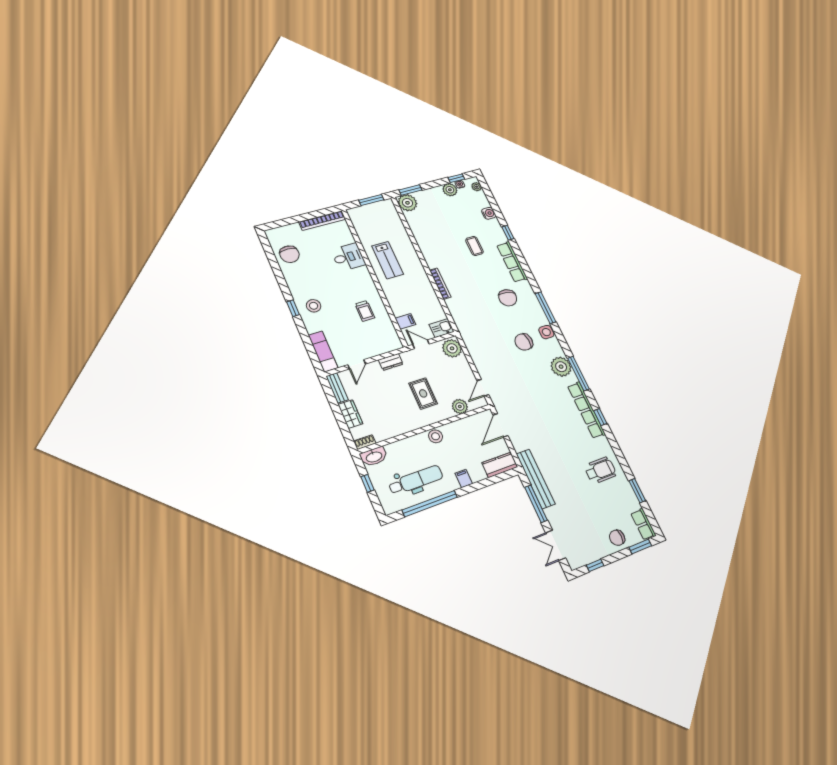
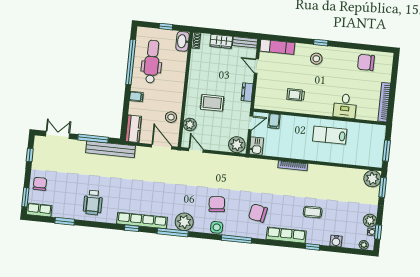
stool: (436, 436) -> (171, 117), moved
dental chair: (416, 480) -> (152, 62), turned 180

